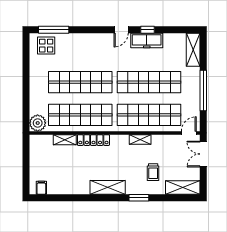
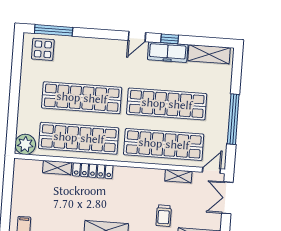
shelving: (193, 50) -> (209, 54), moved, turned 90
shelving: (140, 139) -> (178, 176), moved

